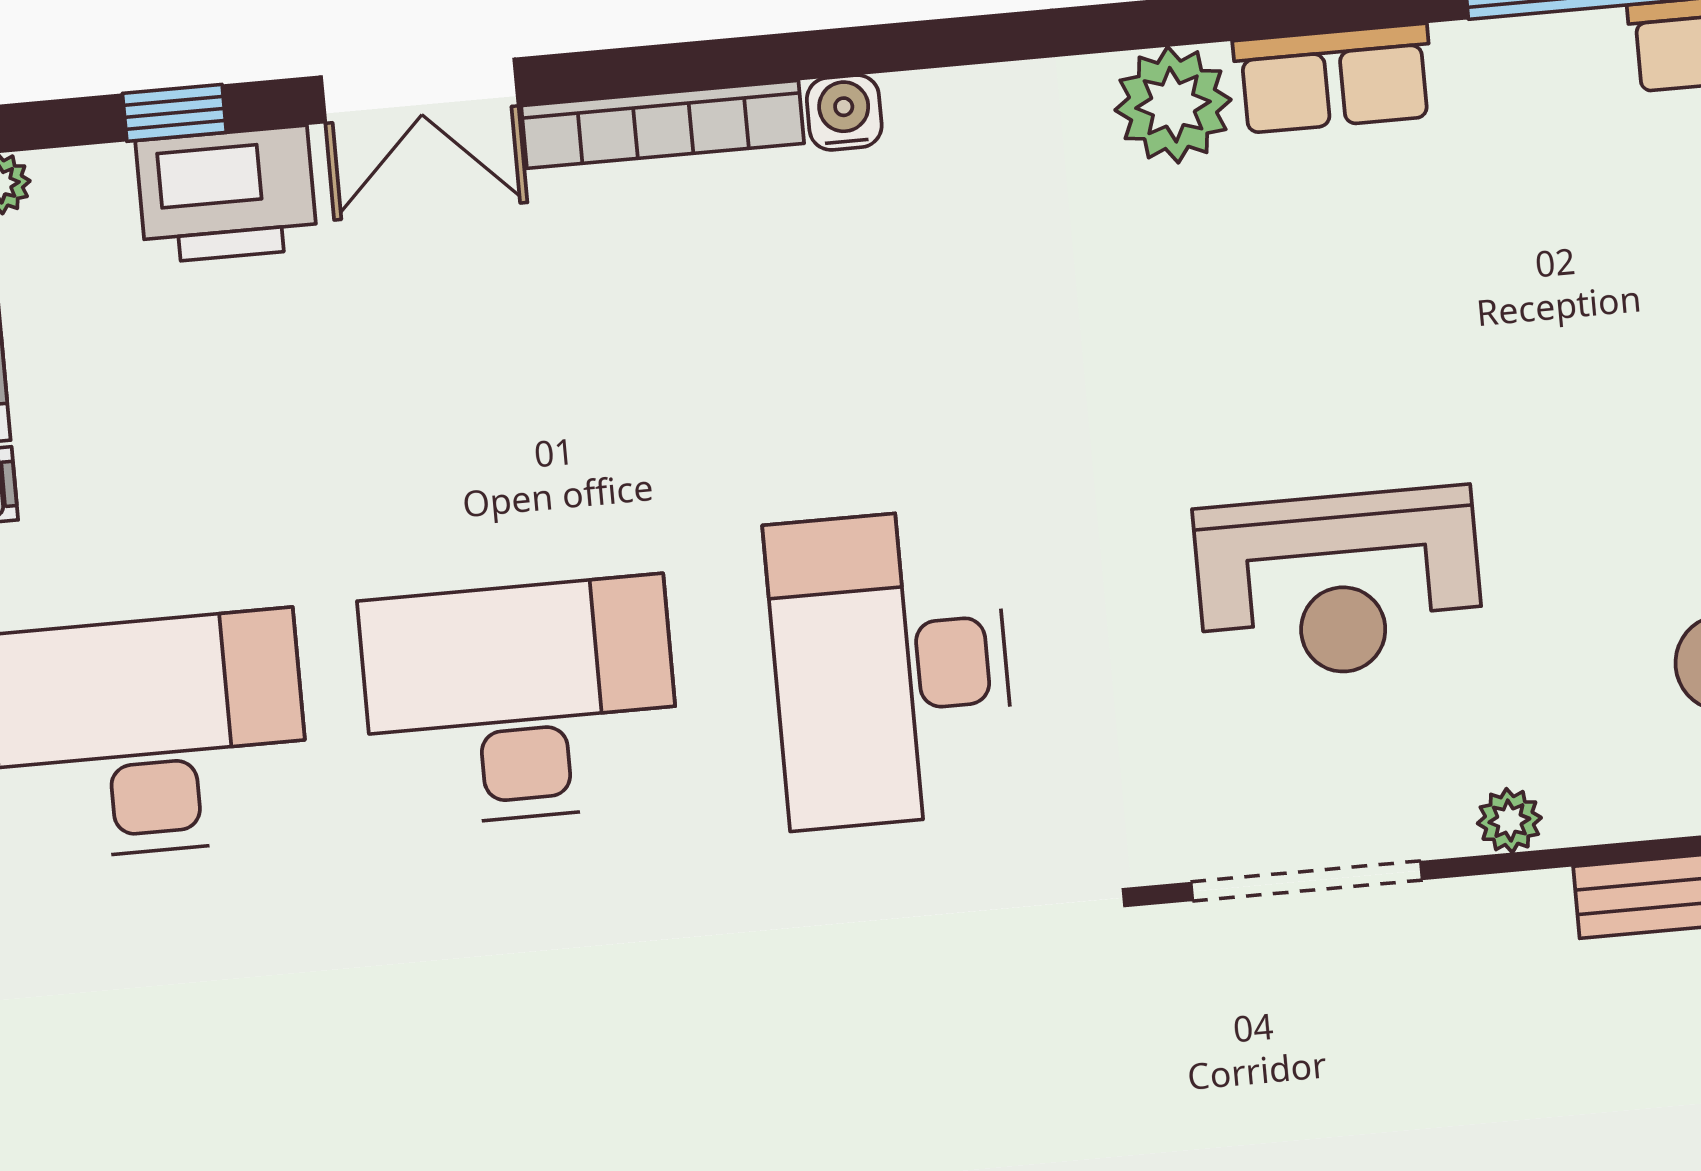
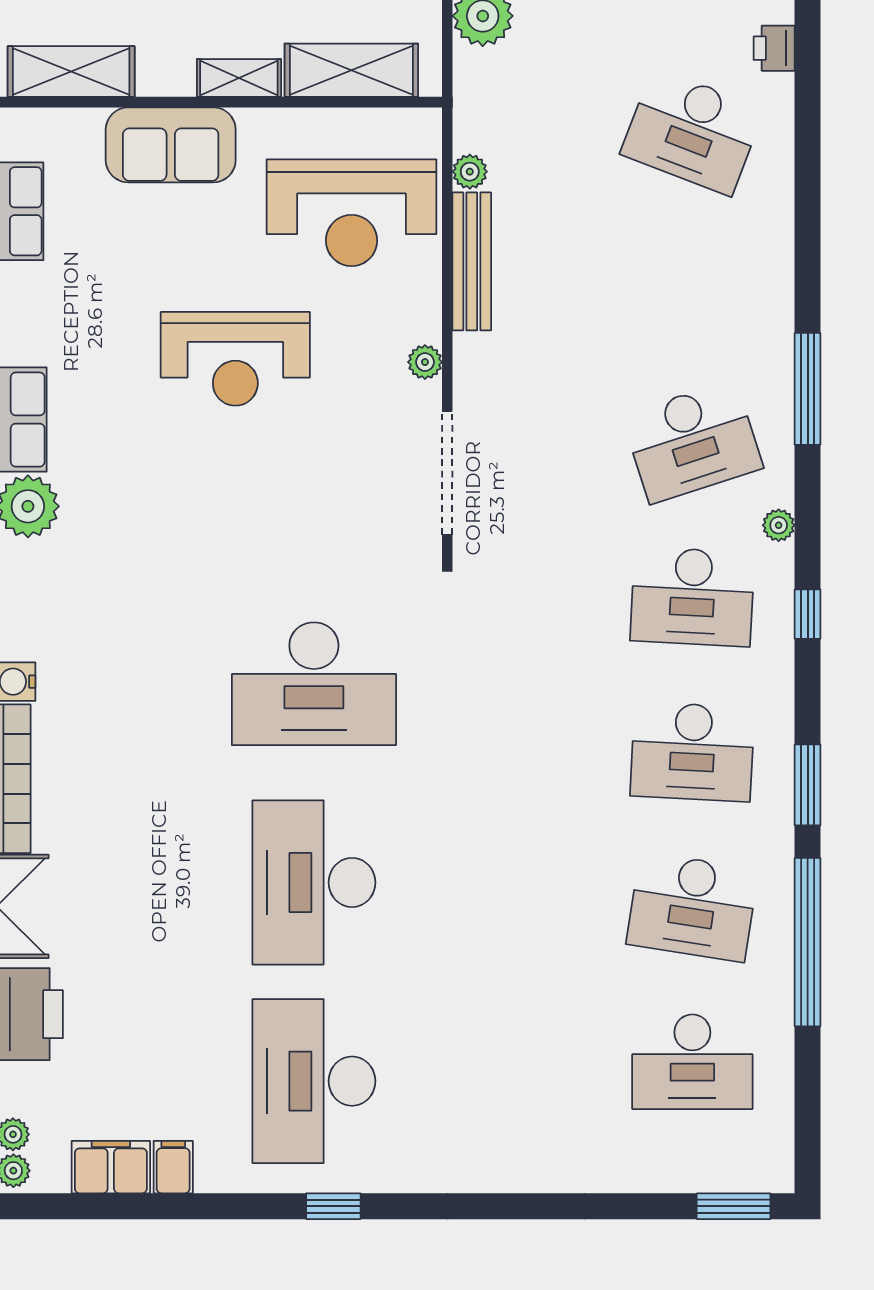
reception desk: (1339, 584) -> (235, 359), moved, turned 90

